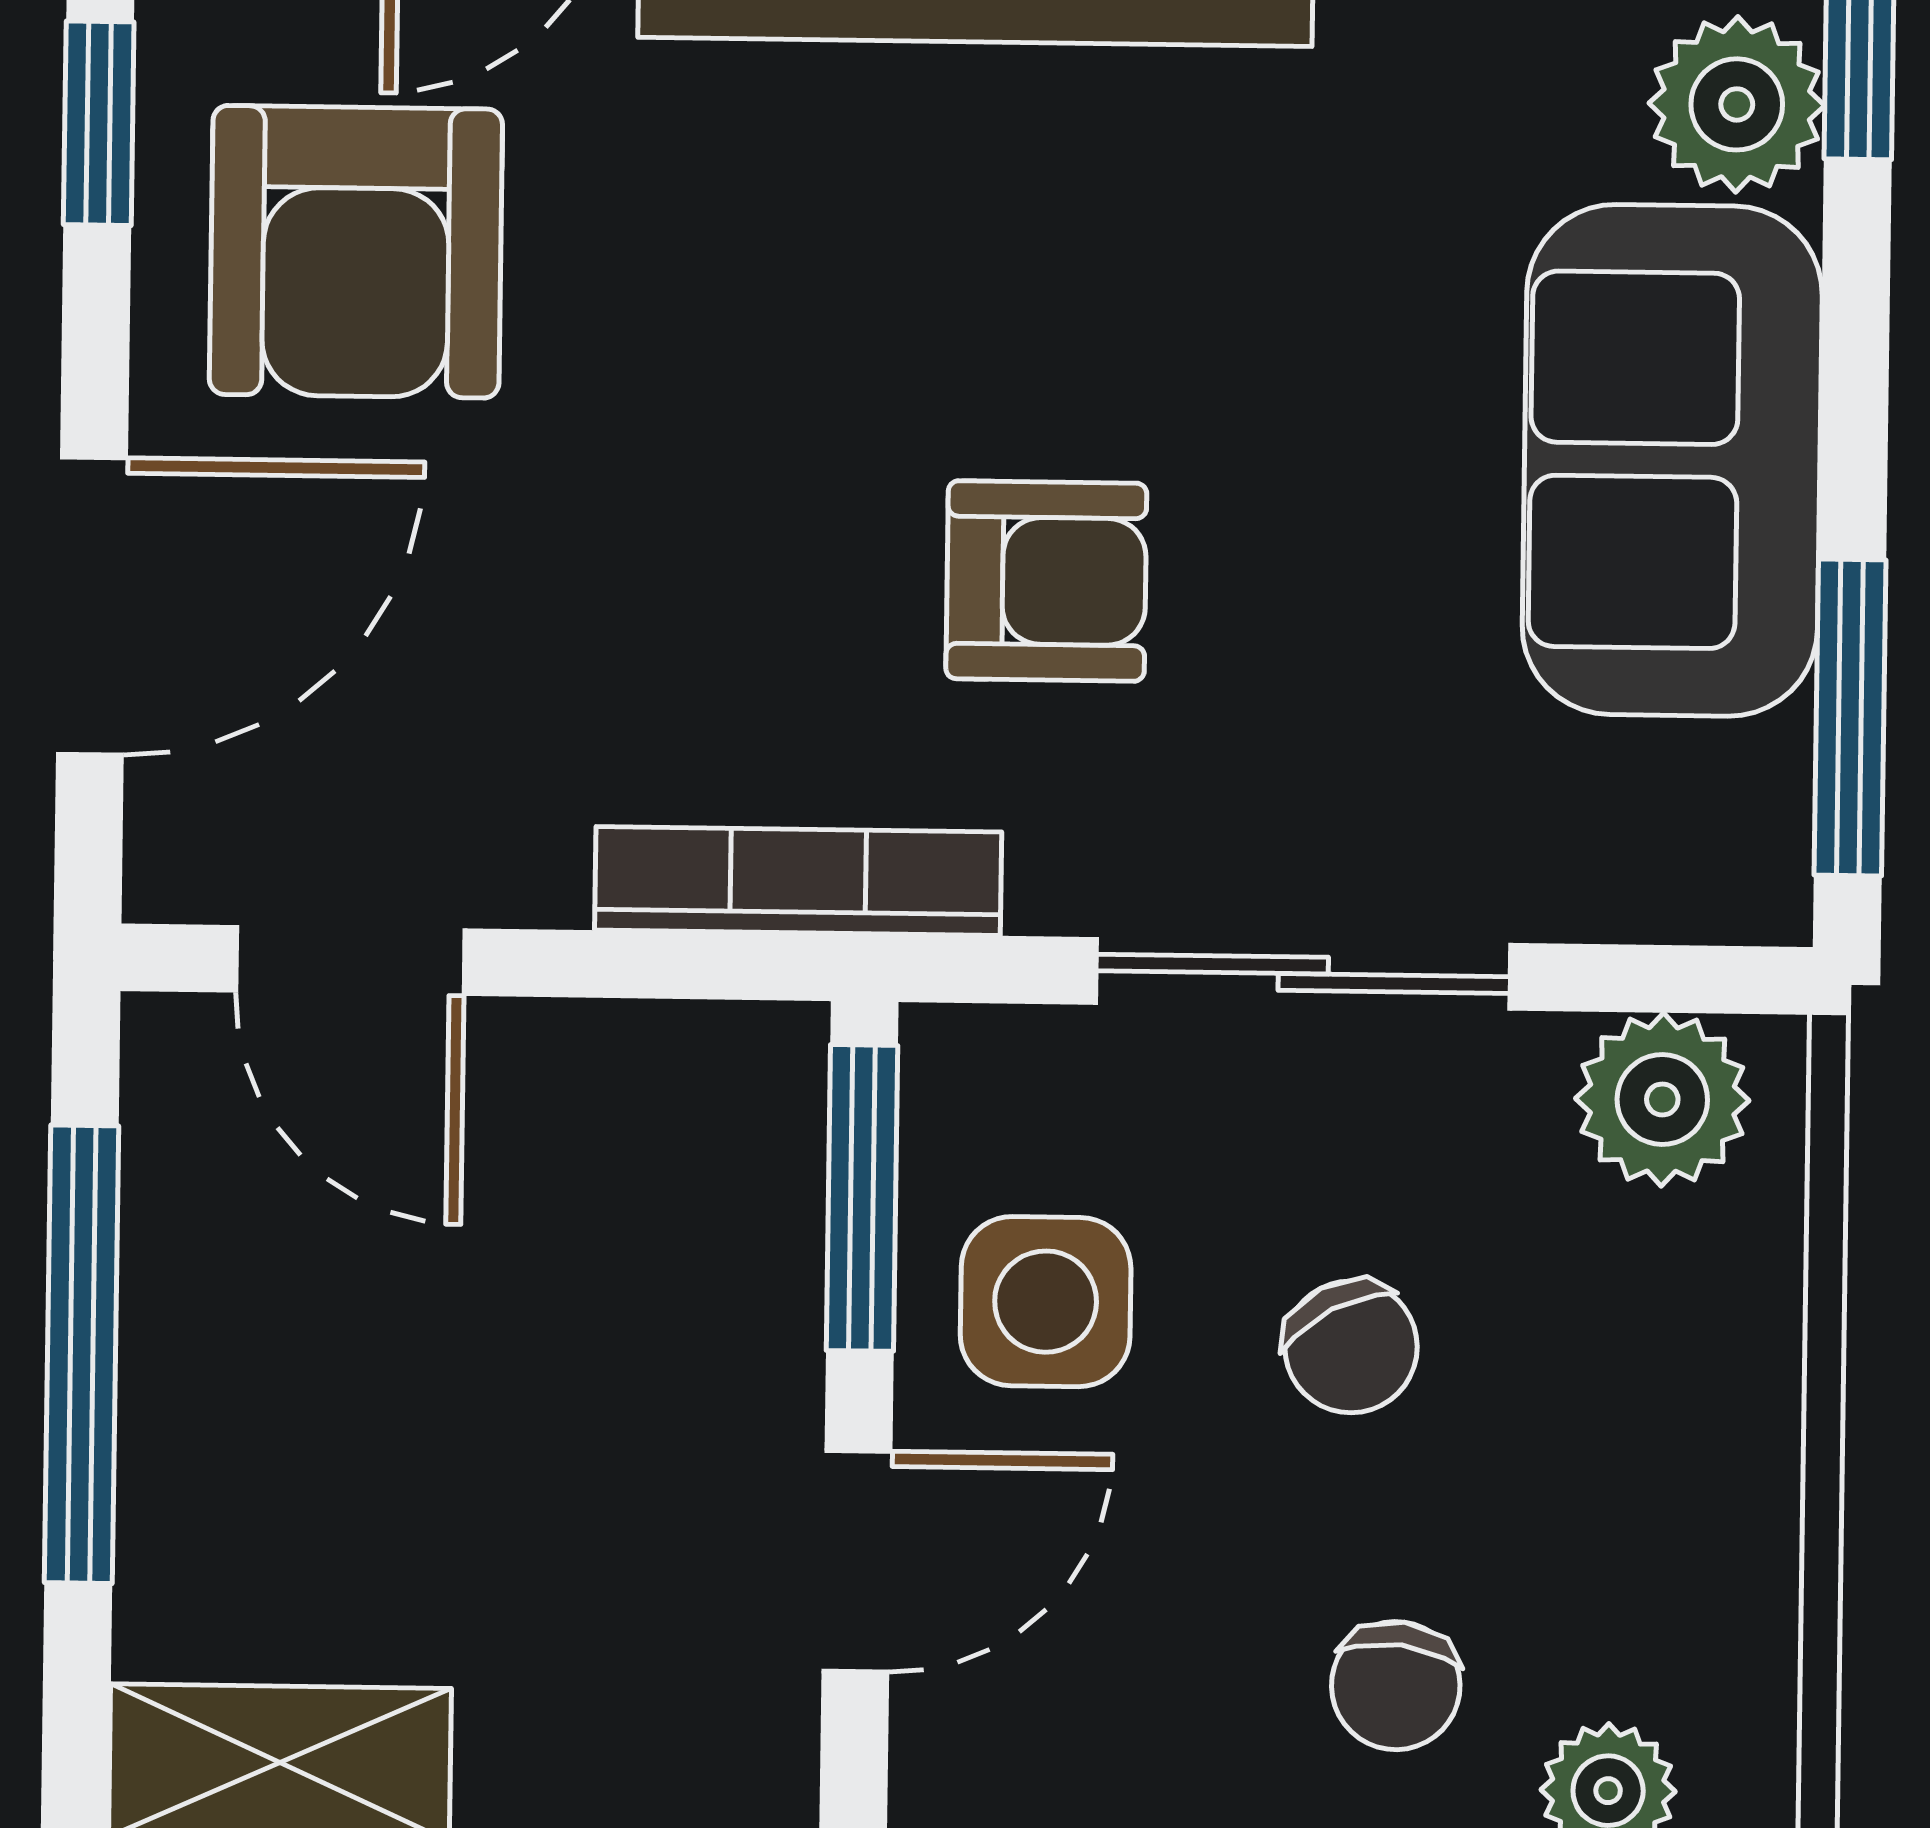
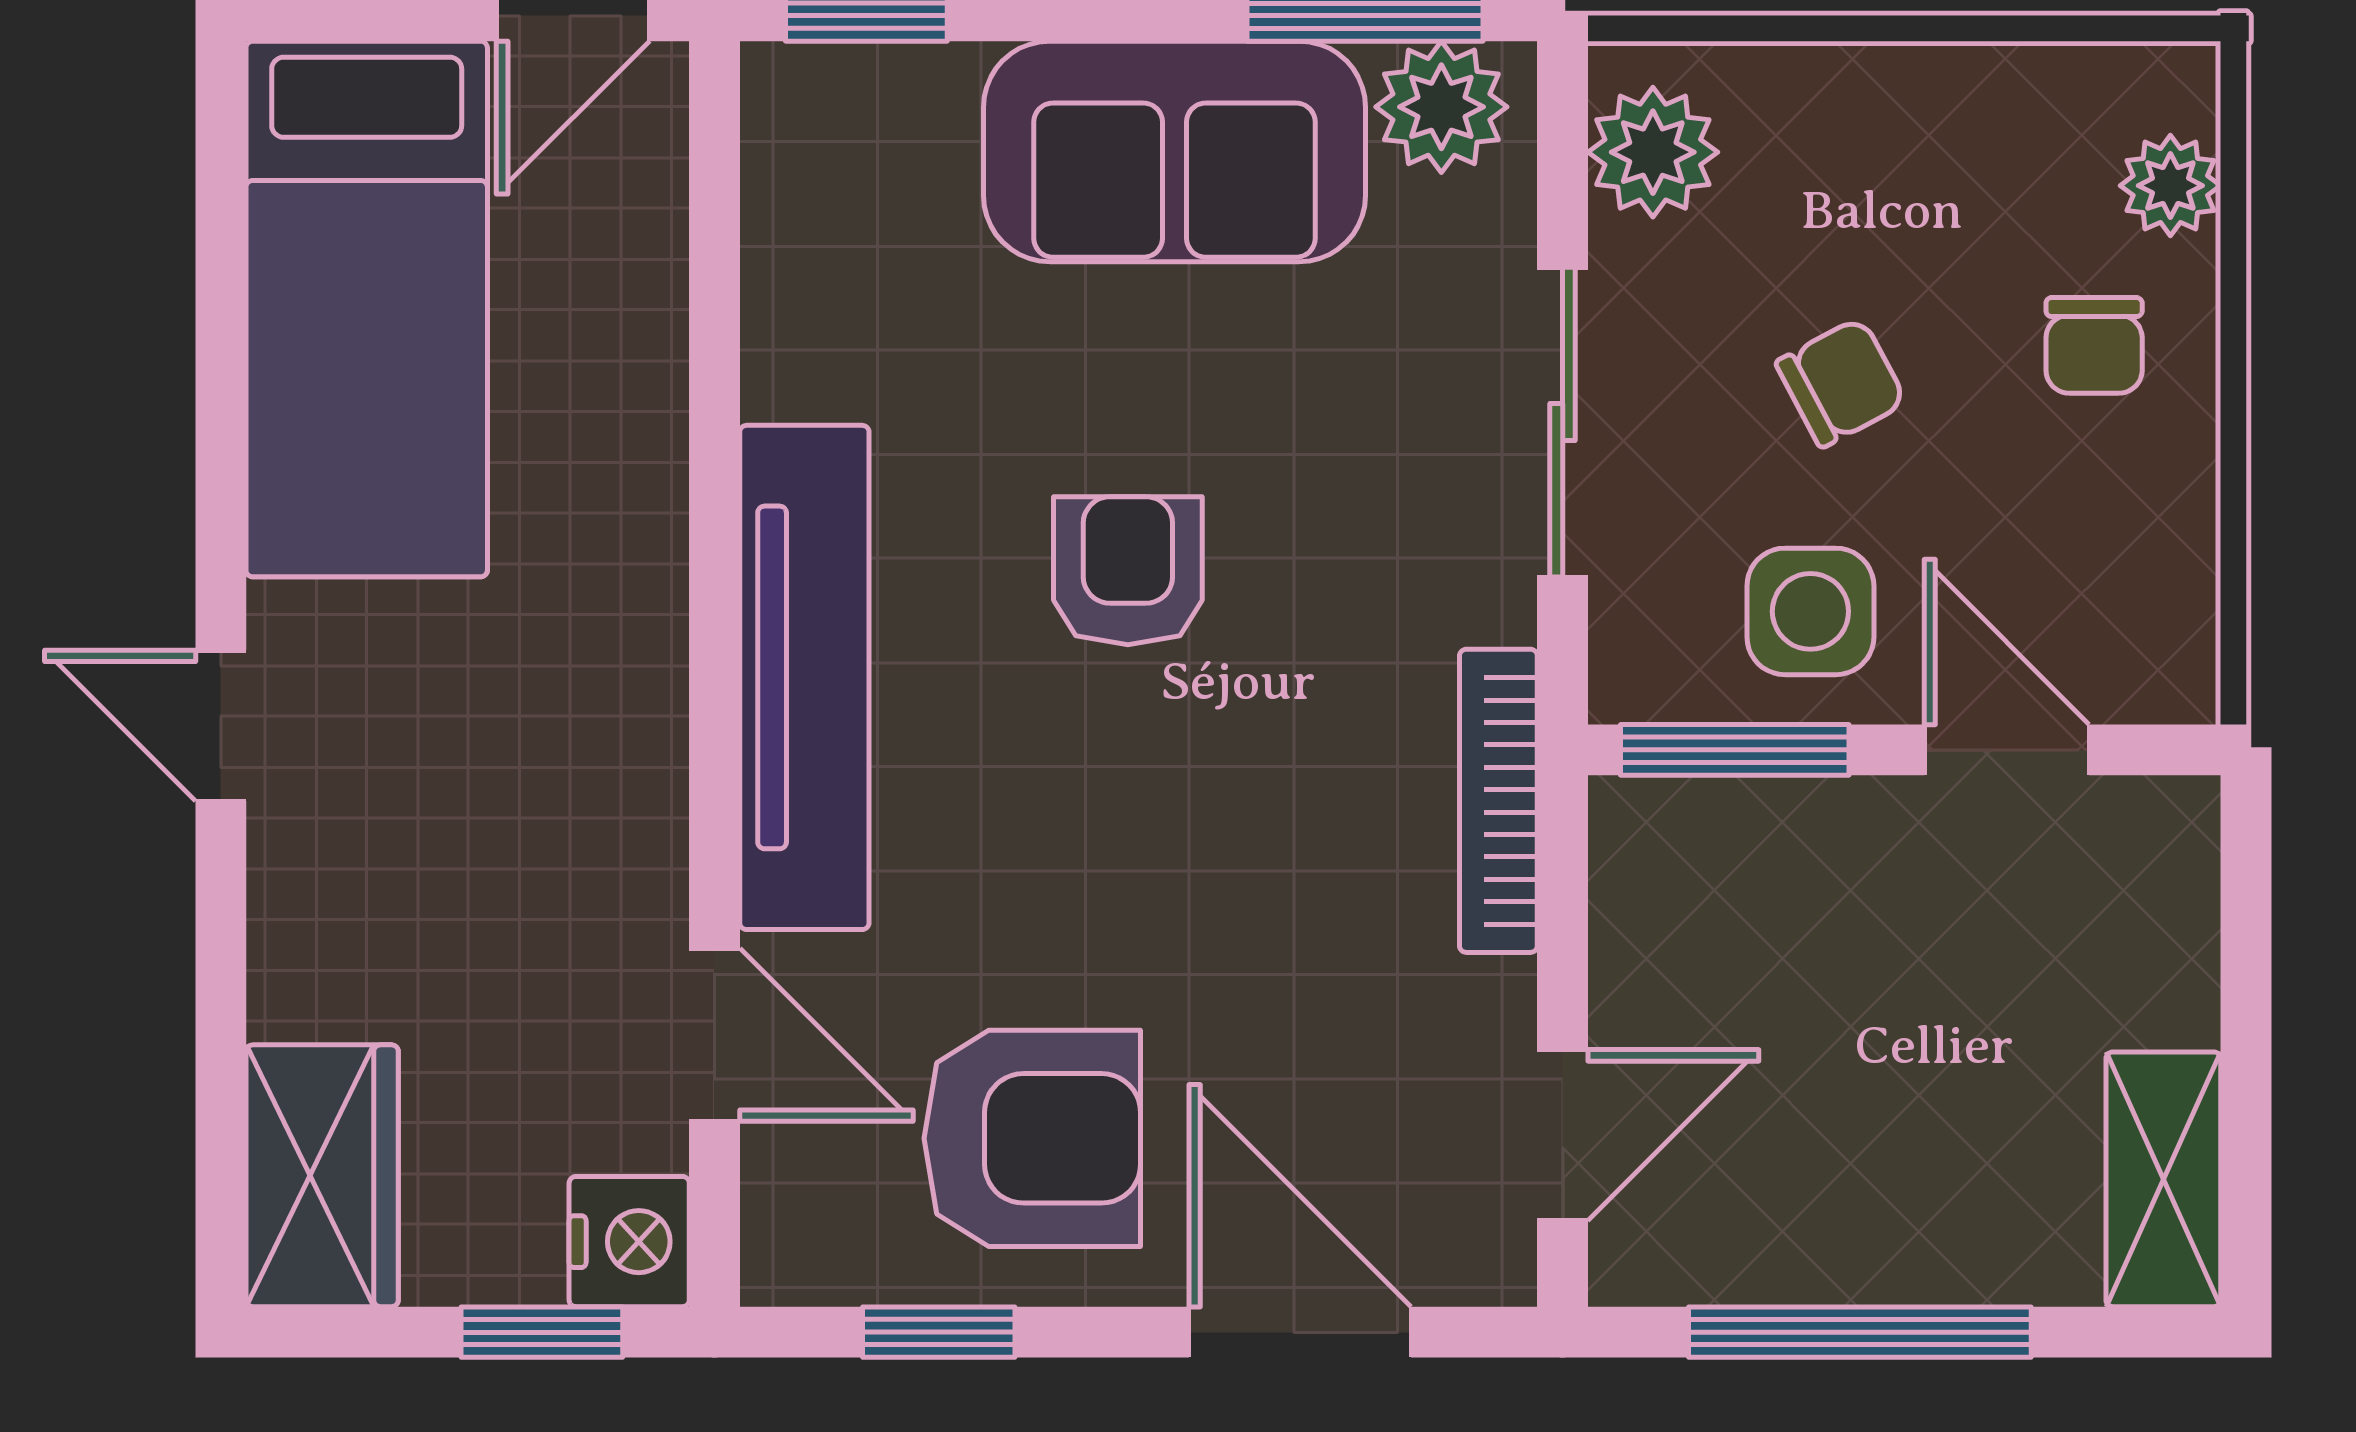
plant: (1737, 104) -> (1441, 107), moved
armchair: (1046, 581) -> (1128, 571), moved
chair: (1396, 1686) -> (2094, 345), turned 83

